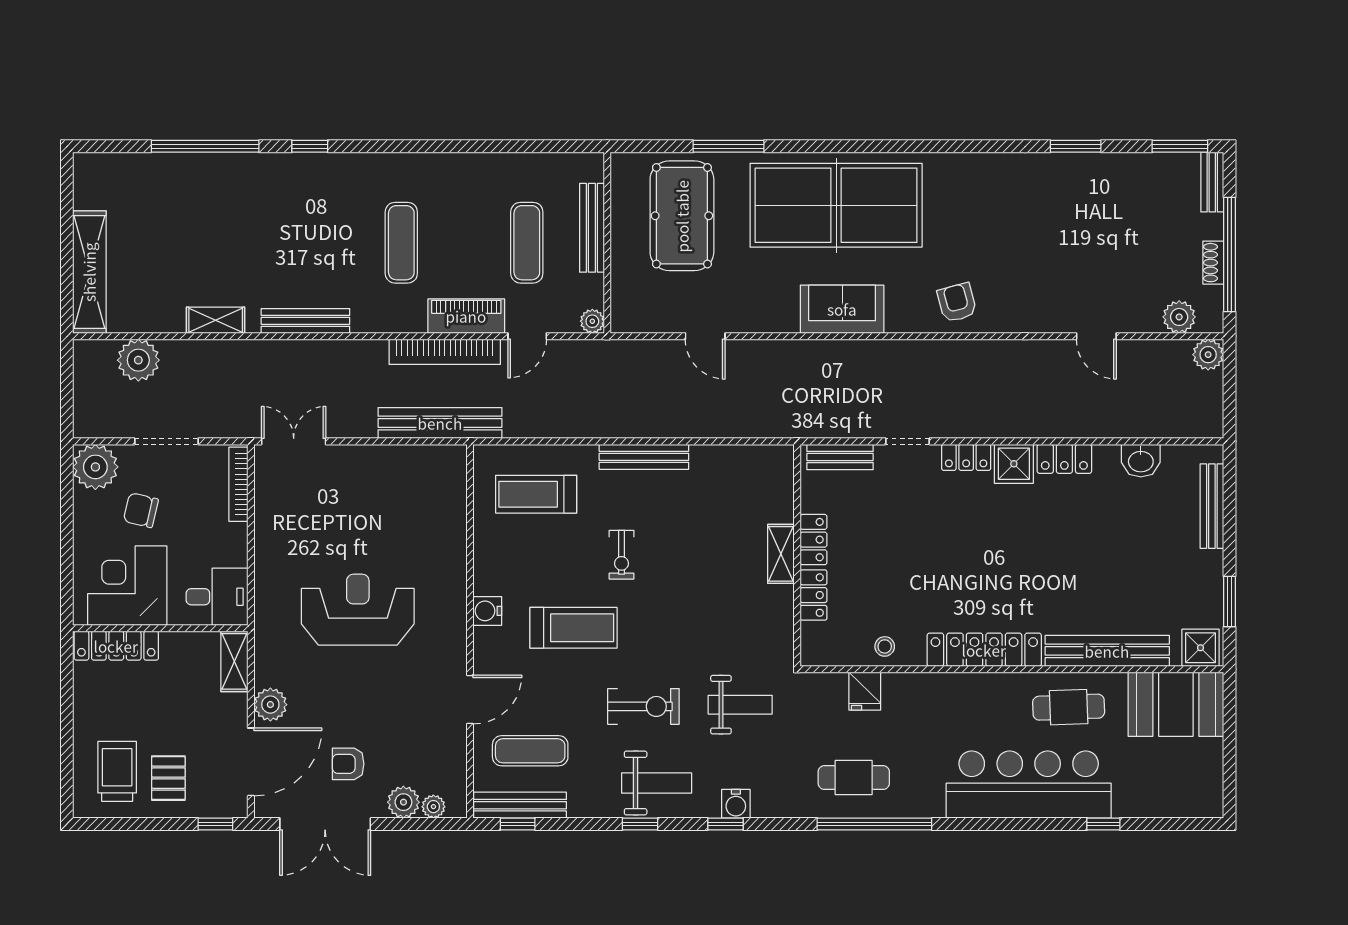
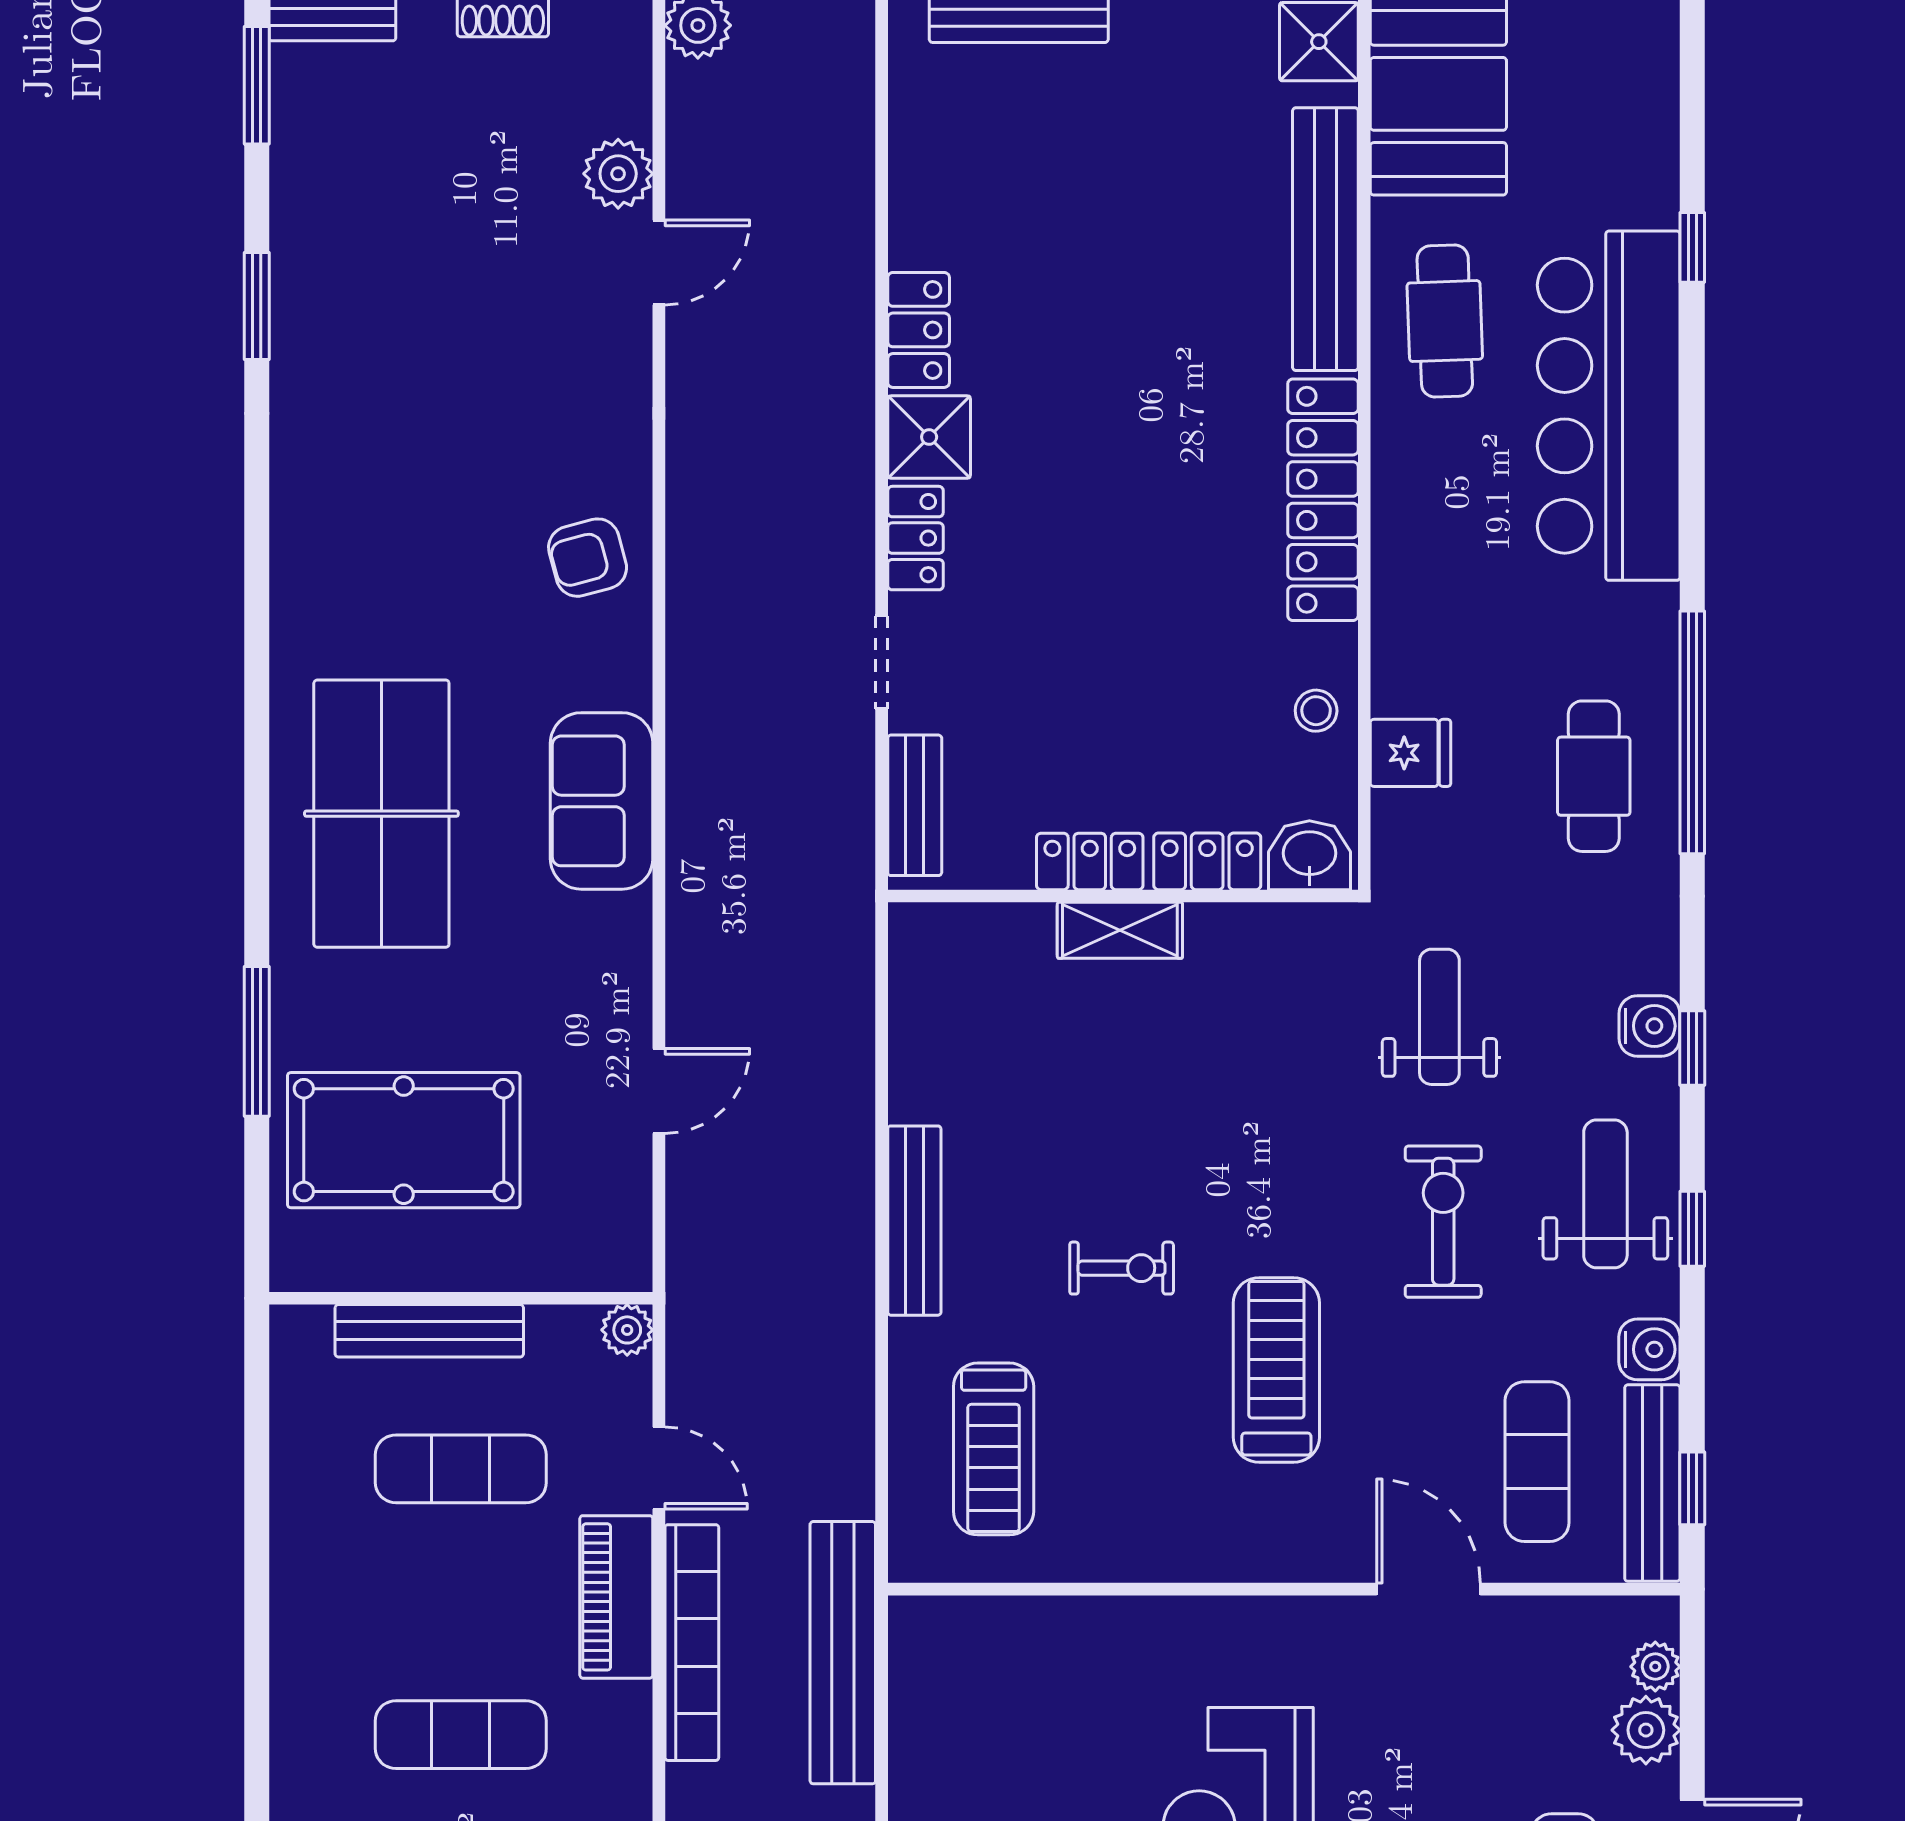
table tennis table: (836, 205) -> (381, 814), width x0.73, depth x0.76
plant: (1179, 317) -> (618, 174), moved
washbasin: (1141, 461) -> (1309, 855), moved, turned -90
water cooler: (487, 611) -> (1649, 1349), moved, turned -90

